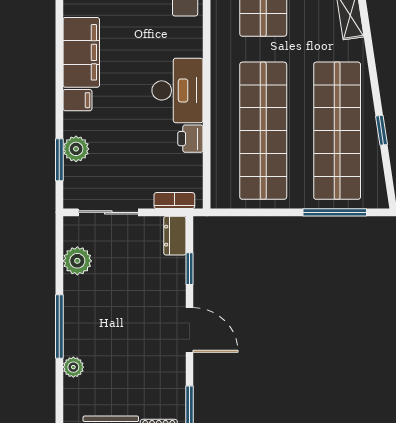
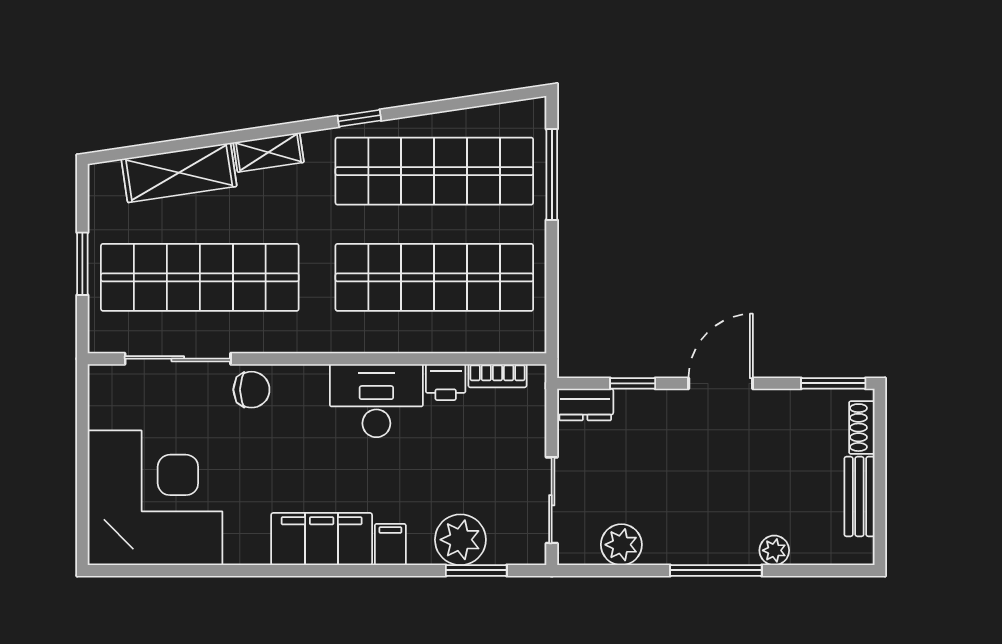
window: (381, 130) -> (359, 118), moved
plant: (76, 149) -> (460, 540), width x1.36, depth x1.36
bookcase: (174, 201) -> (497, 376), moved, turned -90

